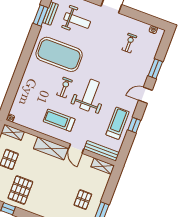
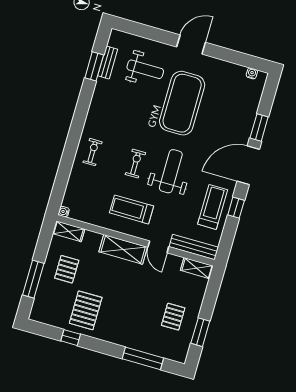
exercise bike: (129, 43) -> (93, 152), moved
exercise mat: (59, 54) -> (182, 103), moved, turned 90
door: (145, 95) -> (248, 165), width x1.88

